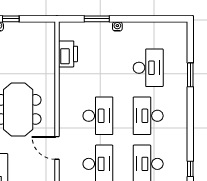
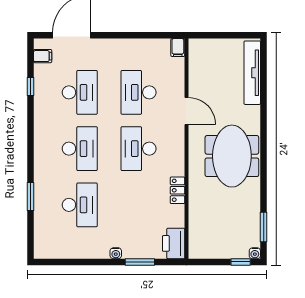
printer: (68, 54) -> (174, 243), moved
desk: (148, 68) -> (80, 205), turned 180
locker: (65, 80) -> (177, 190), added

